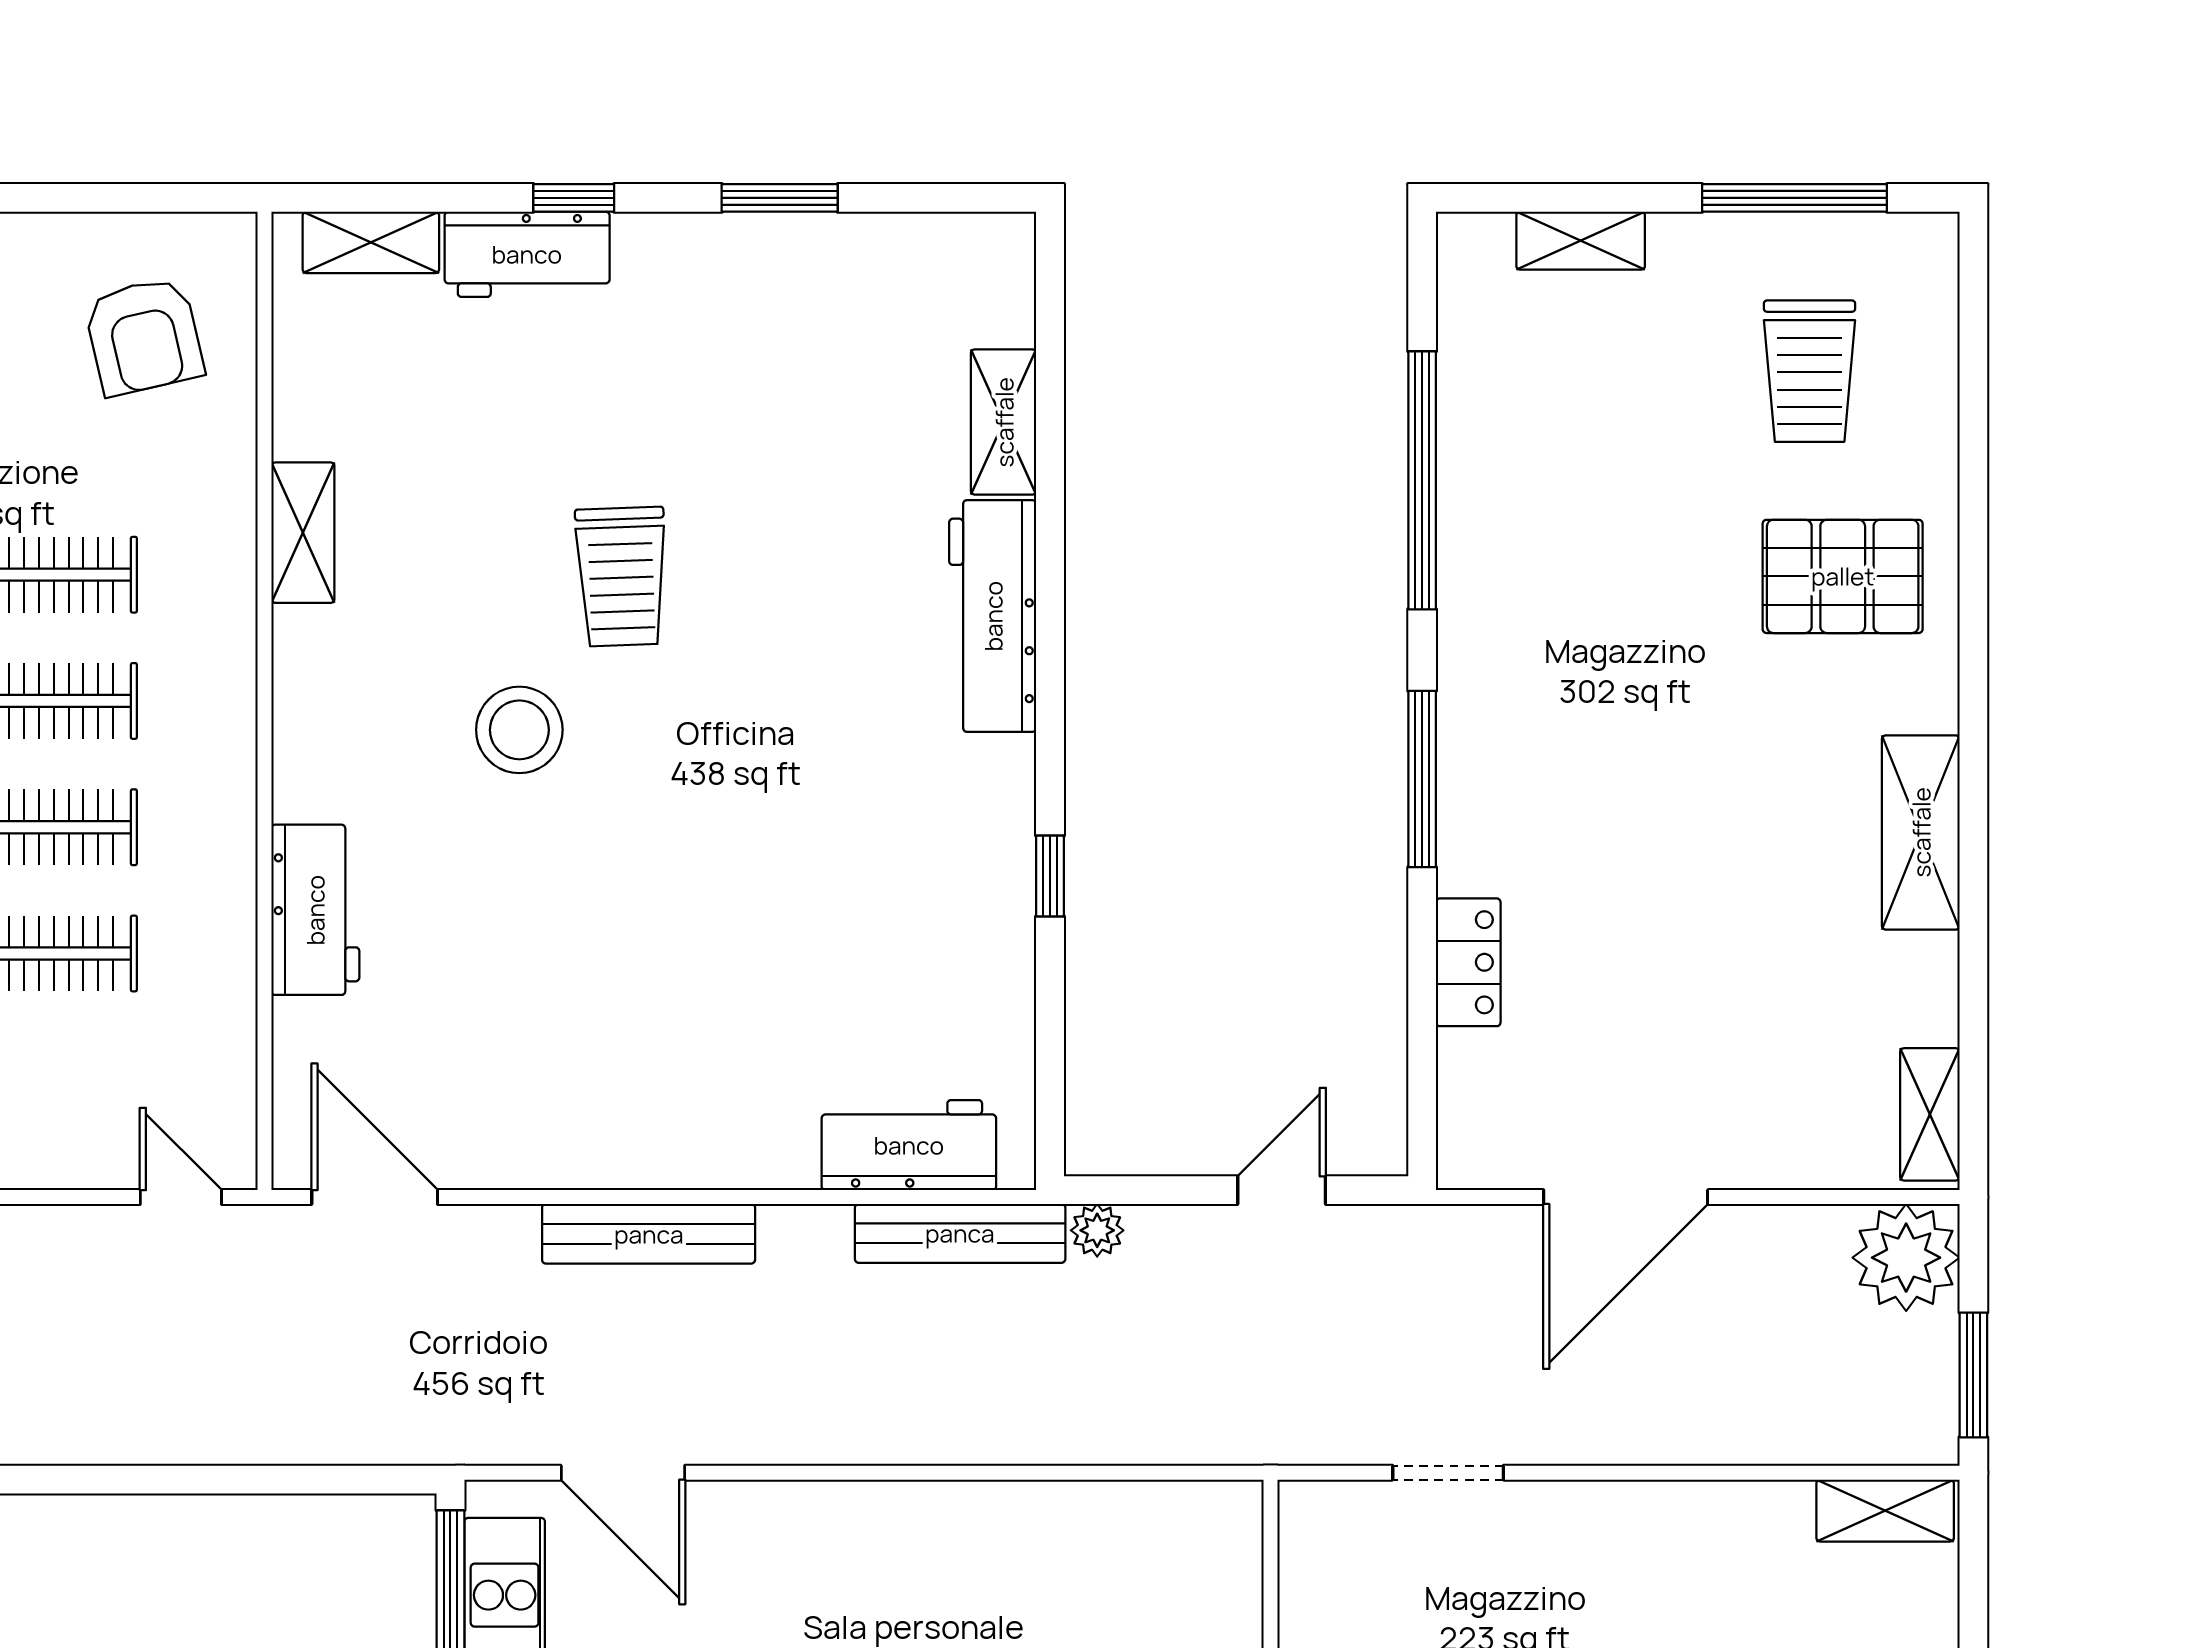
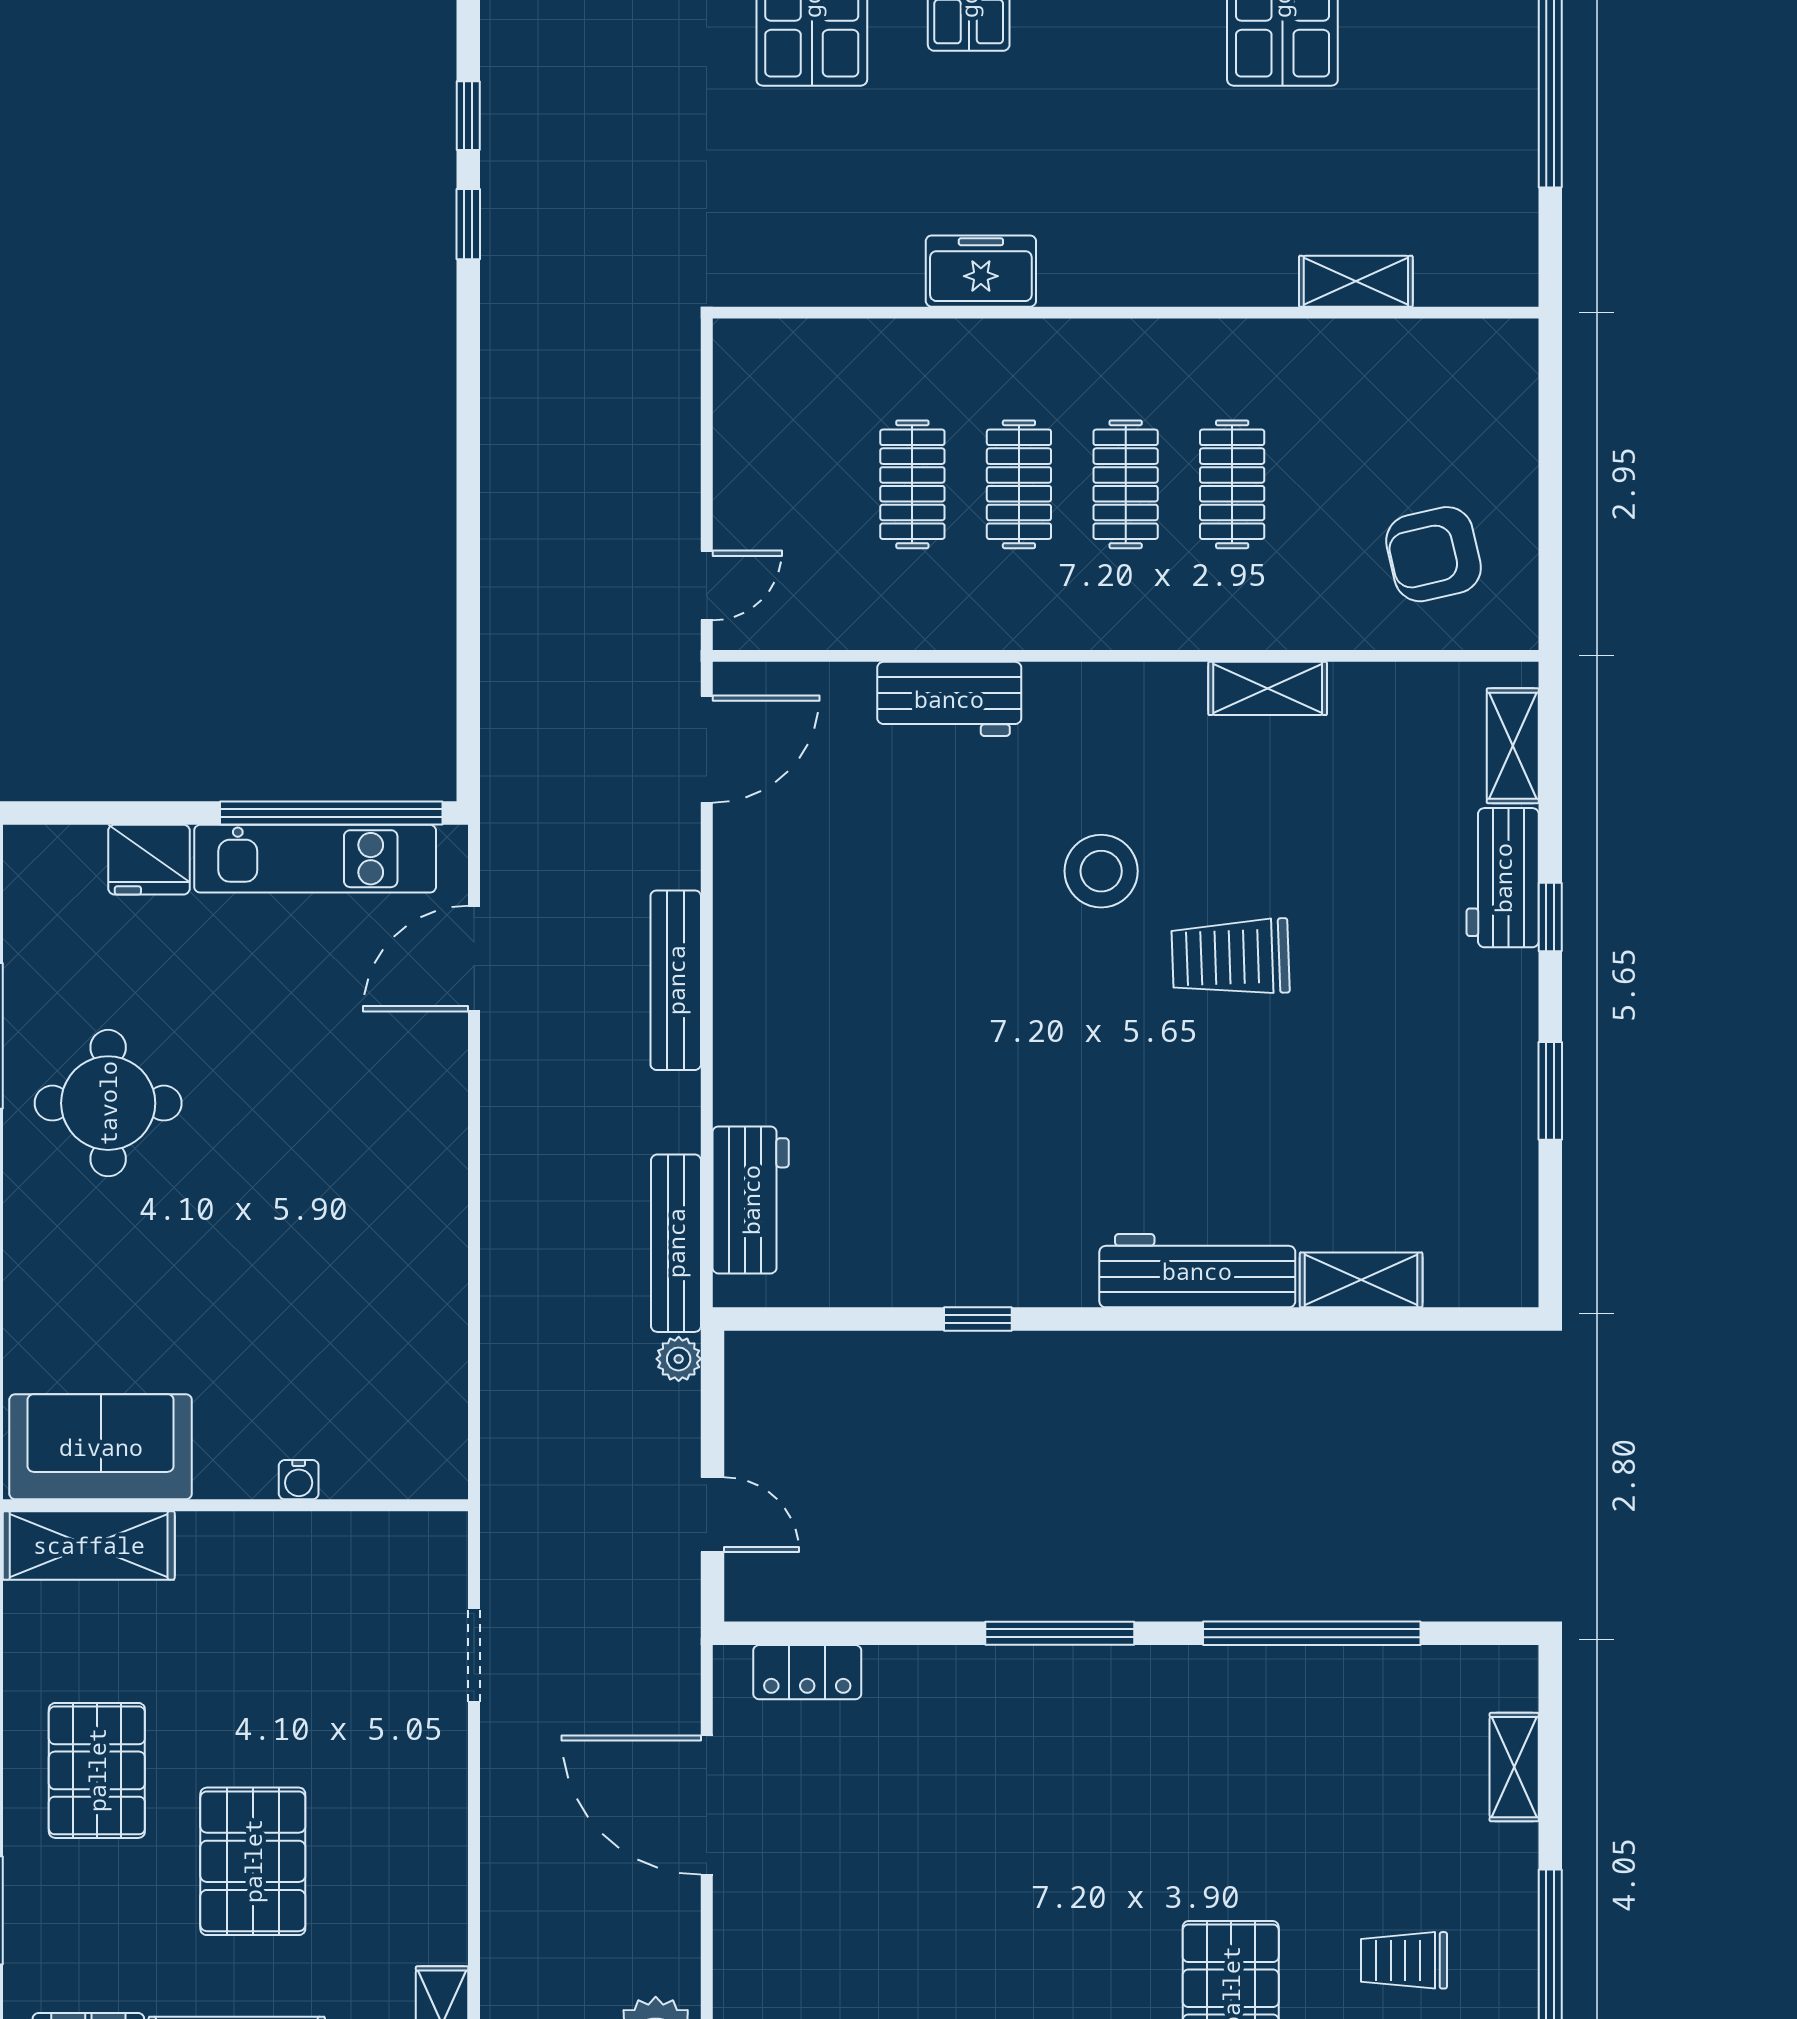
trolley: (1810, 371) -> (1404, 1960), width x0.73, depth x0.72
locker: (1468, 962) -> (807, 1672), moved

